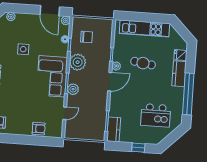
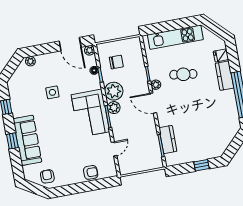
door: (110, 82) -> (153, 103), swing flipped
plant: (73, 89) -> (114, 108), moved
kitchen island: (156, 115) -> (211, 126), removed
kitchen counter: (114, 129) -> (168, 139), moved

